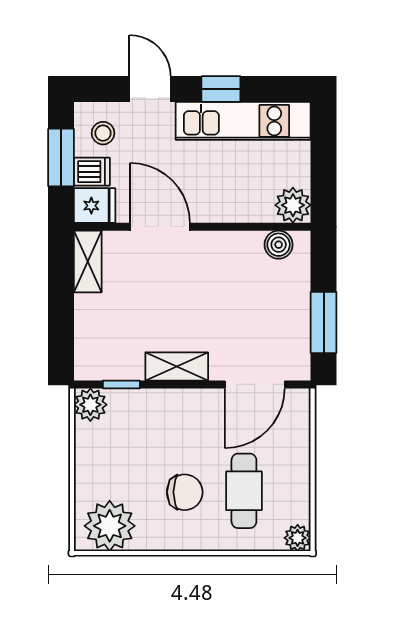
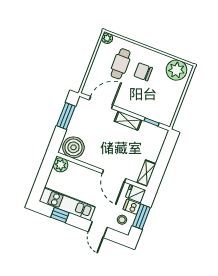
window: (221, 89) -> (60, 215), moved
boiler: (279, 245) -> (73, 147), width x1.86, depth x1.86
plant: (90, 405) -> (166, 119), removed

